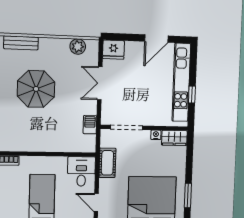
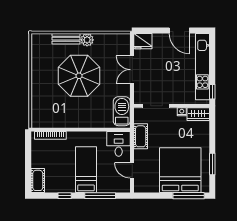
door: (156, 39) -> (179, 30), hinge flipped
plant: (78, 47) -> (87, 40), moved
parasol: (36, 89) -> (79, 76), width x1.36, depth x1.36
window: (192, 95) -> (212, 92), moved
barbecue: (90, 125) -> (122, 111), width x1.88, depth x1.53

